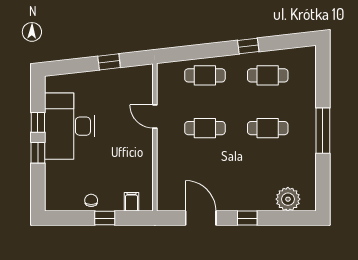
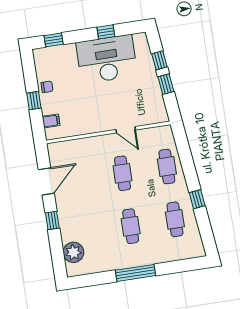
window: (80, 65) -> (159, 60), added
door: (155, 117) -> (126, 130), swing flipped
window: (38, 153) -> (54, 40), moved

